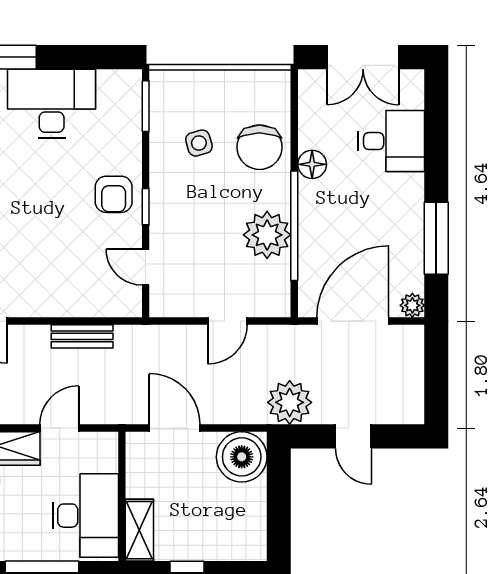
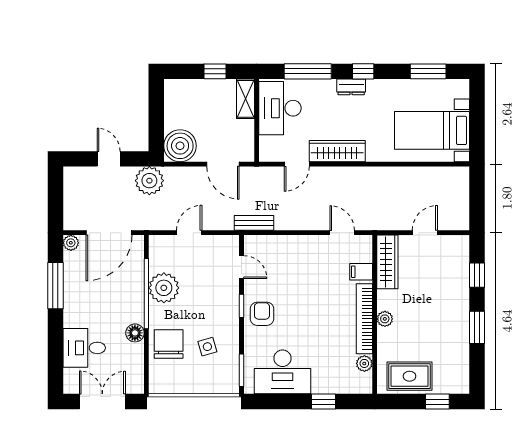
desk: (52, 104) -> (283, 372), moved
bench: (82, 336) -> (254, 223), moved

